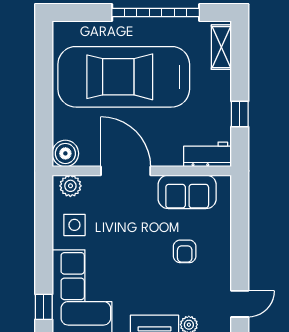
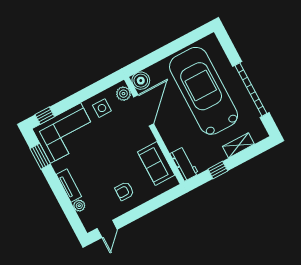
shelving: (221, 47) -> (238, 145), moved
door: (126, 171) -> (144, 110), moved
armchair: (185, 251) -> (124, 191), moved
door: (240, 304) -> (107, 229), hinge flipped

